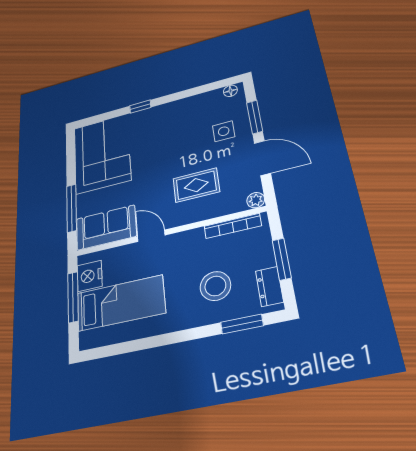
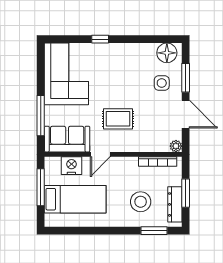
floor lamp: (230, 91) -> (167, 53), width x1.89, depth x1.89
rug: (196, 185) -> (118, 119), moved
door: (151, 236) -> (100, 154), swing flipped
nightstand: (90, 276) -> (71, 166), moved, turned 90
dresser: (269, 286) -> (175, 204), width x1.44

